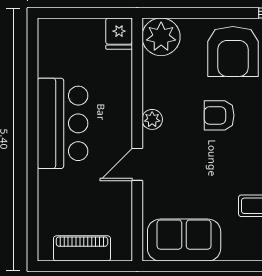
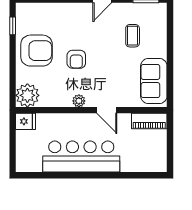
bar counter: (63, 123) -> (81, 157), width x1.36
piano: (82, 248) -> (149, 121), moved, turned -90

